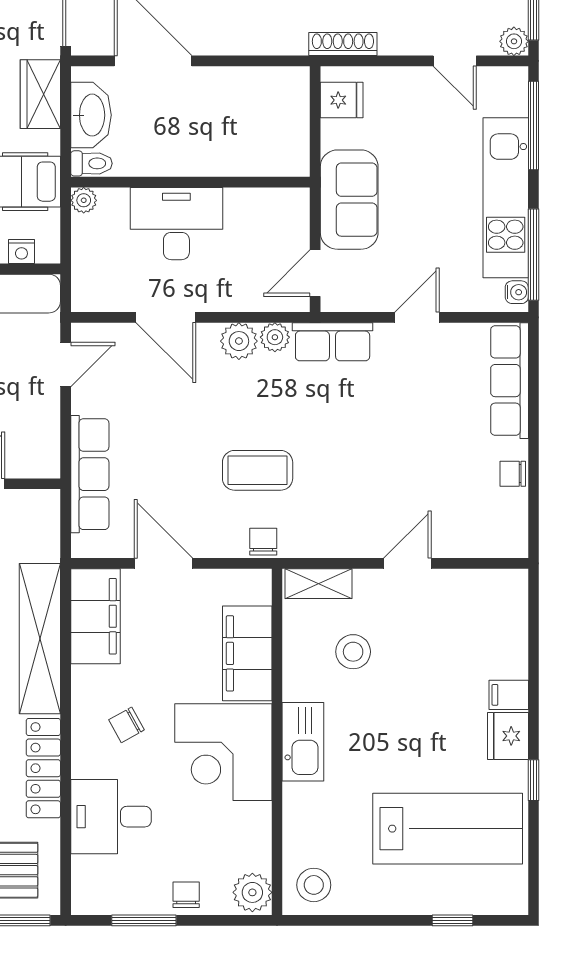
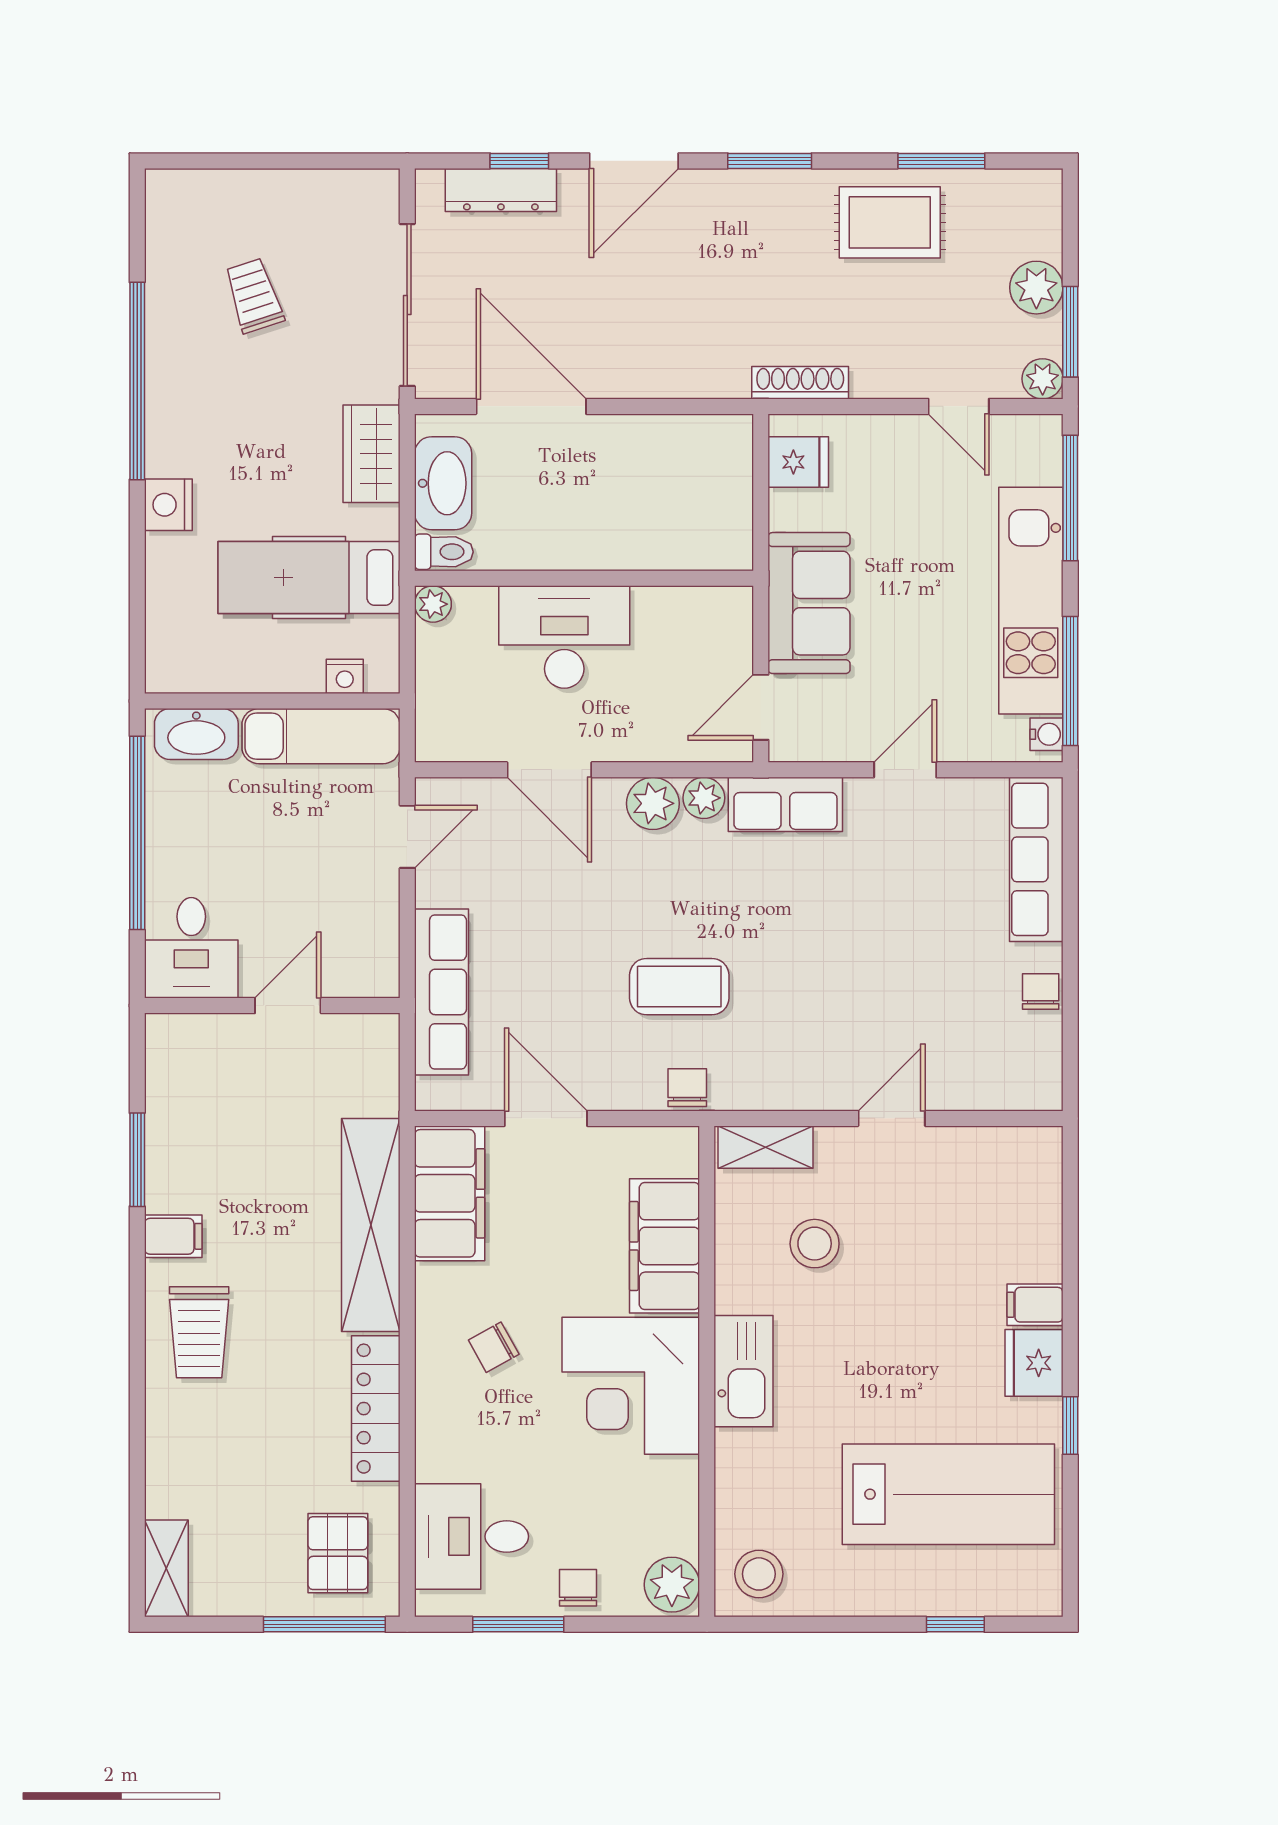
chair: (513, 474) -> (1041, 992), turned 90
desk: (111, 817) -> (472, 1536), moved

